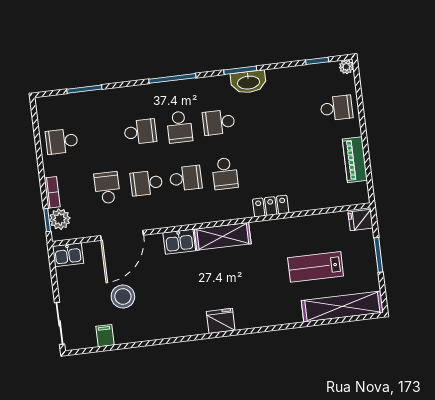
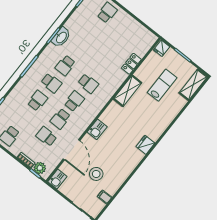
piano: (355, 160) -> (135, 26), removed
locker: (271, 206) -> (131, 64), moved
shelving: (223, 236) -> (128, 91), moved
lab bench: (316, 267) -> (162, 85), turned 180
shelving: (342, 306) -> (193, 85), width x0.68

